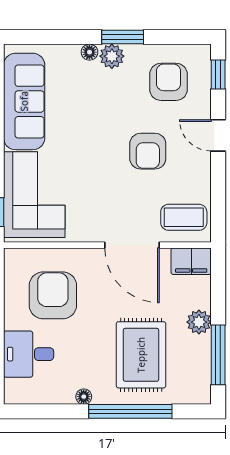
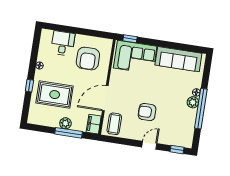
window: (123, 37) -> (201, 109), width x2.11
armchair: (169, 82) -> (177, 126), removed
armchair: (53, 295) -> (88, 59), turned 90
window: (218, 355) -> (69, 133), moved
window: (130, 411) -> (29, 86), width x0.32

